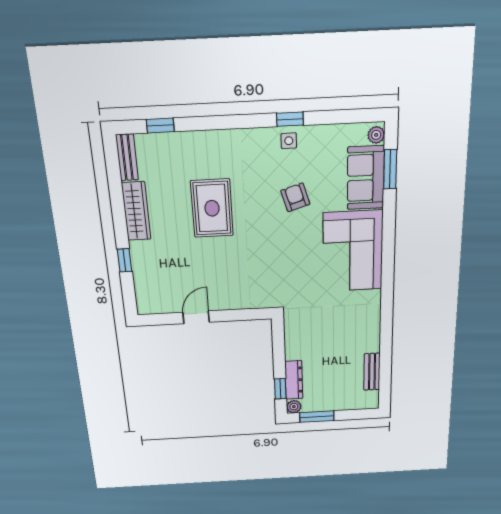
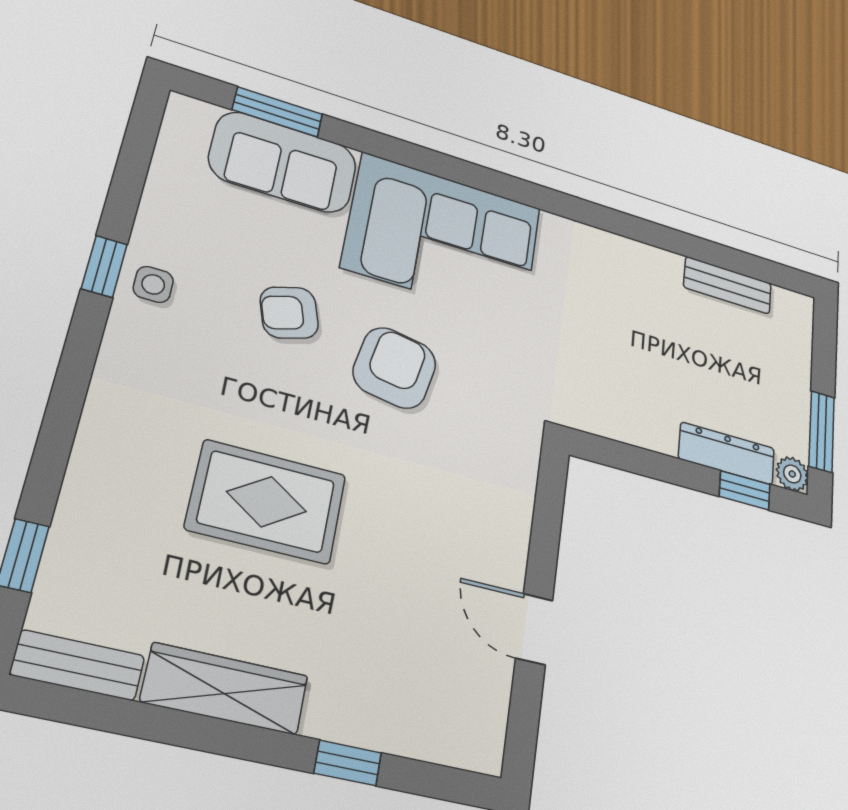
plant: (376, 135) -> (194, 114), removed
armchair: (286, 244) -> (395, 368), added

